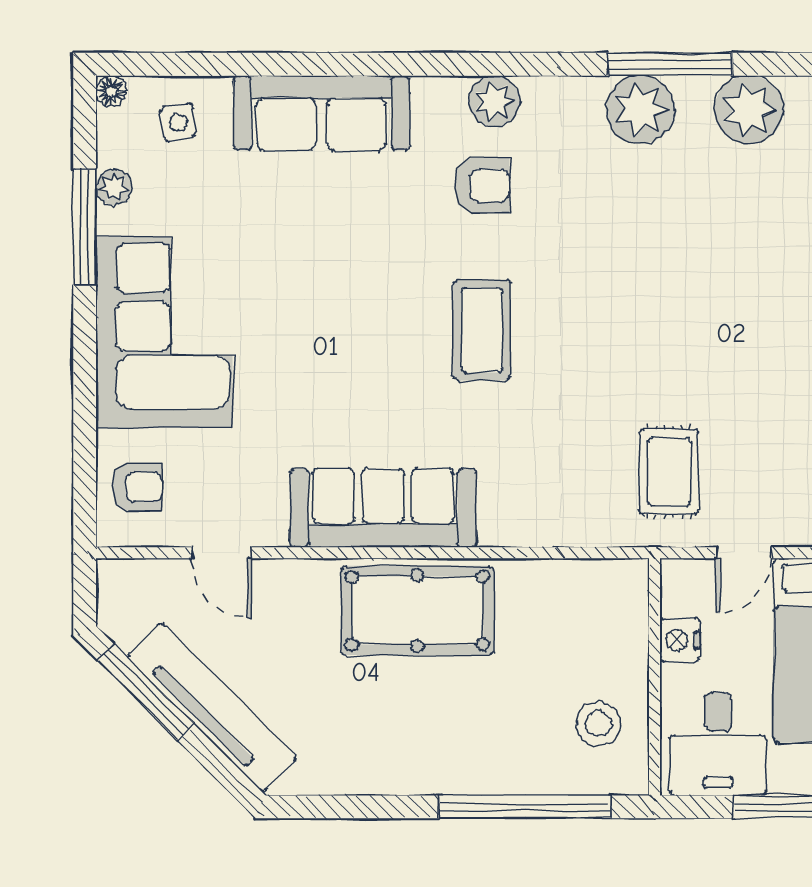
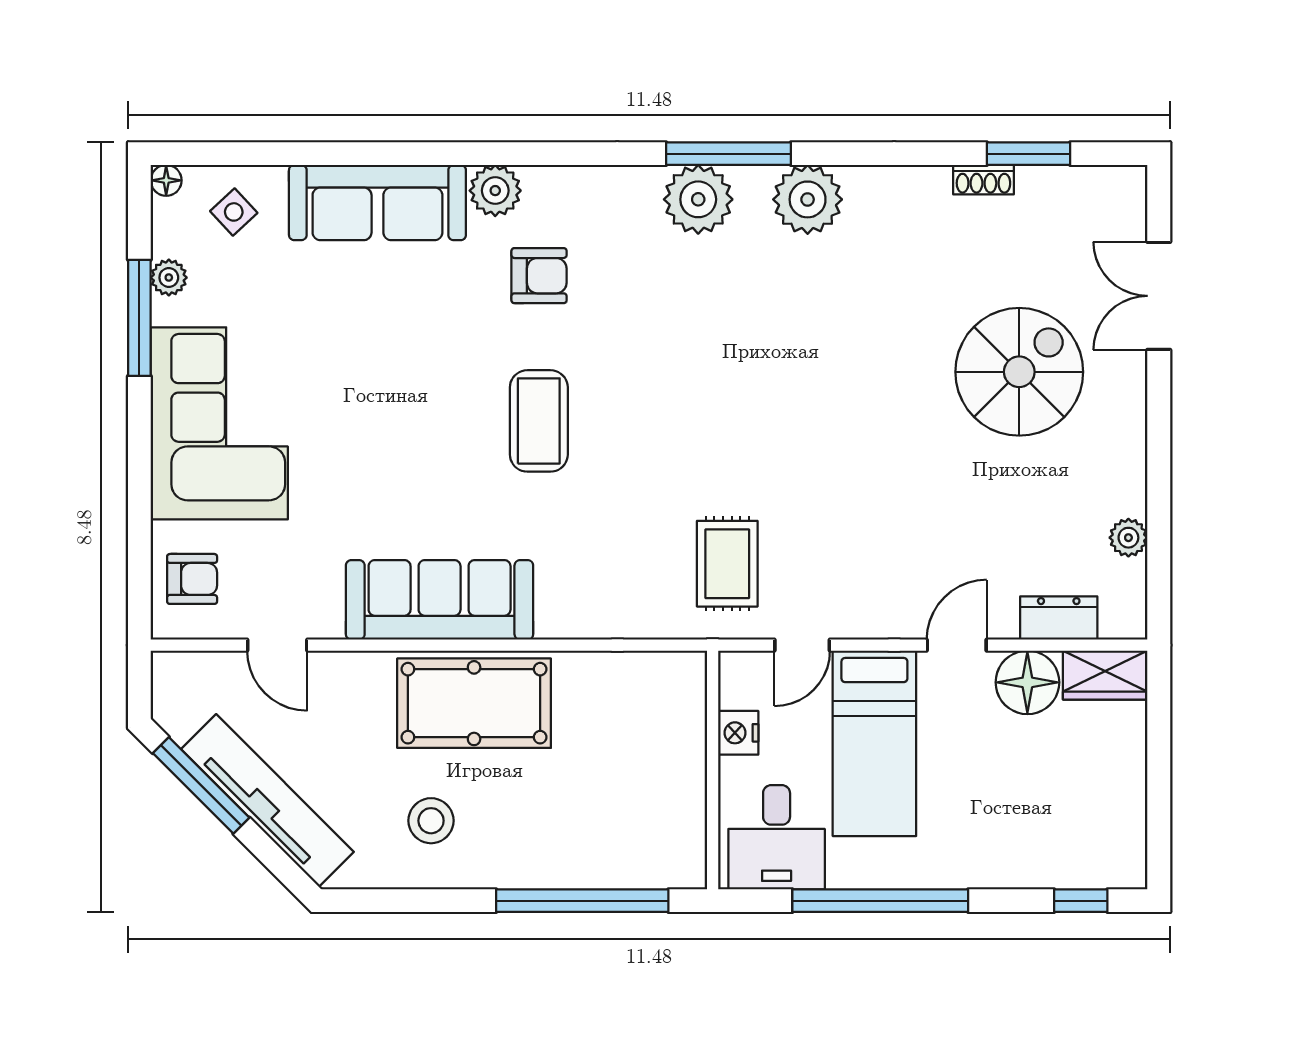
plant: (494, 101) -> (495, 191), moved
side table: (178, 122) -> (234, 212), turned -34
stool: (598, 724) -> (431, 821), moved

